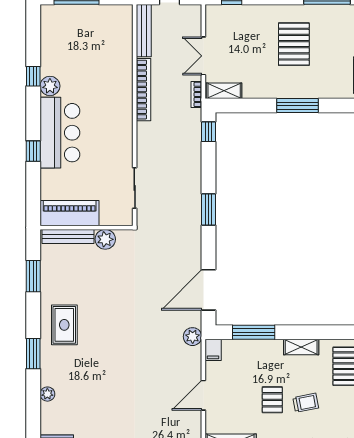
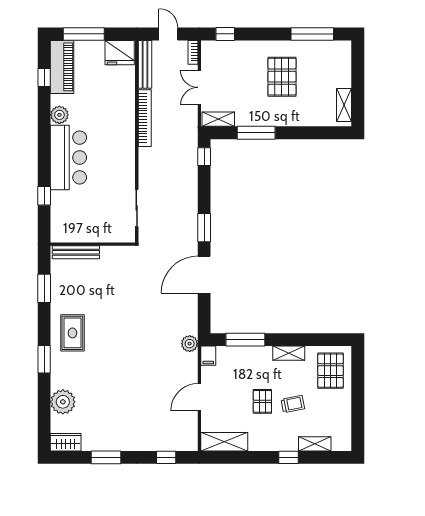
fridge: (116, 18) -> (120, 53), added
window: (33, 76) -> (44, 78), moved
bookcase: (196, 94) -> (193, 52), moved
window: (298, 106) -> (256, 133), moved
window: (33, 151) -> (44, 196), moved
piano: (70, 213) -> (62, 67), moved, turned 90
plant: (105, 239) -> (110, 255), removed
door: (208, 290) -> (204, 275), moved
plant: (47, 394) -> (63, 402), width x1.88, depth x1.88

